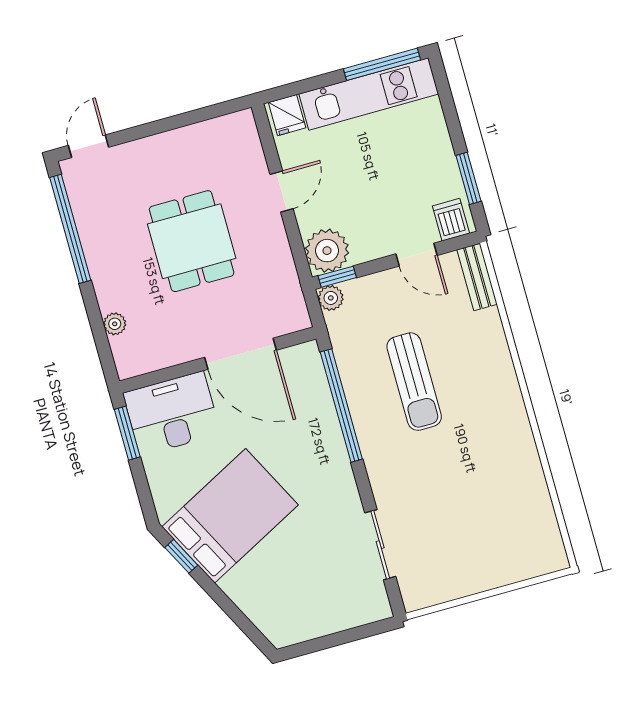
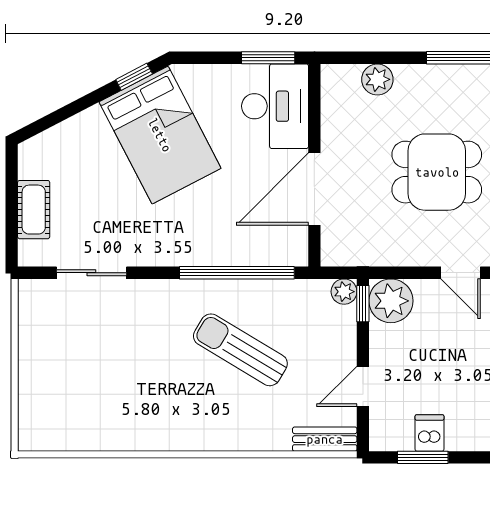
dishwasher: (451, 220) -> (429, 433), moved, turned -90
plant: (115, 324) -> (377, 79), width x1.38, depth x1.38
sun lounger: (414, 382) -> (240, 350), turned 31
cot: (335, 617) -> (34, 210), added

